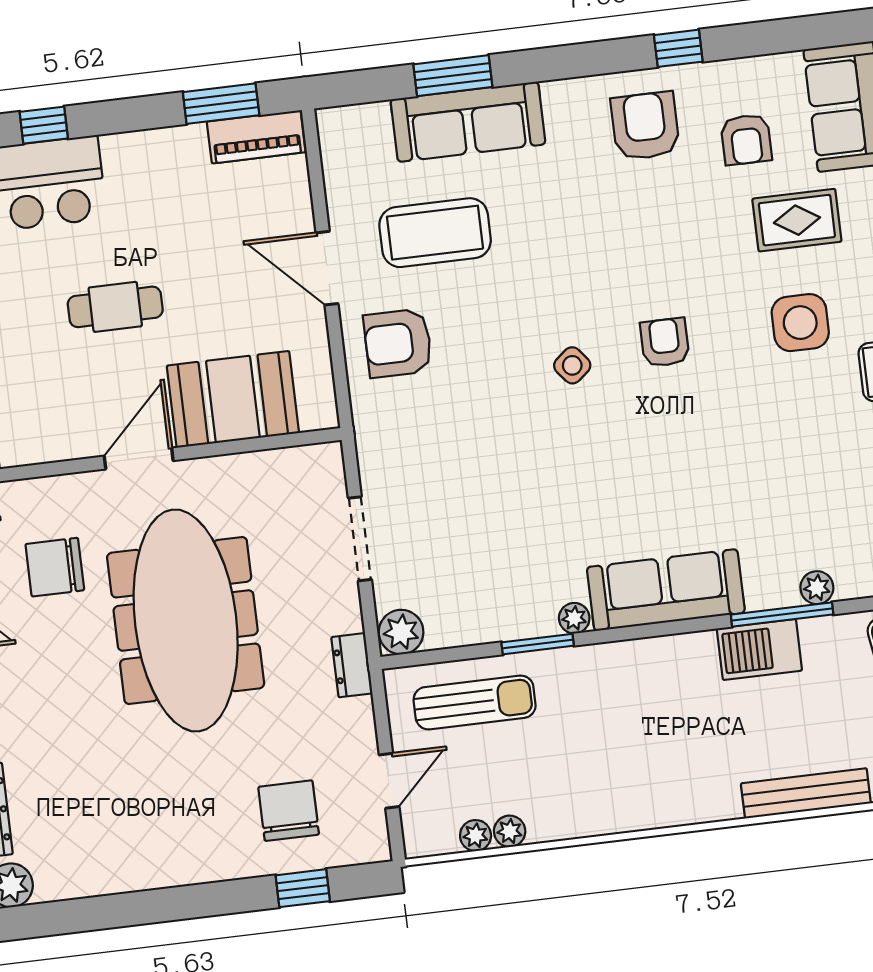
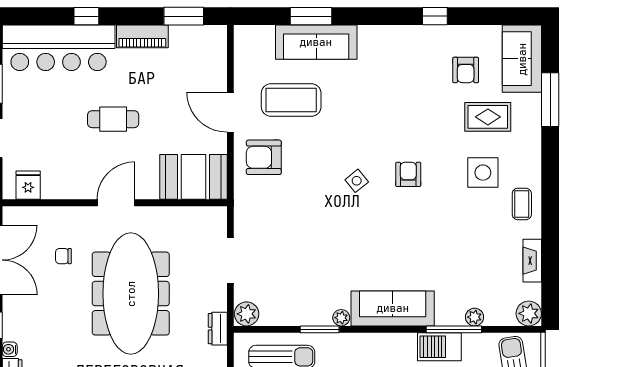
armchair: (645, 126) -> (412, 56), removed
piano: (256, 137) -> (142, 36), moved
booth: (233, 399) -> (193, 177), moved
chair: (55, 567) -> (63, 256), width x0.54, depth x0.54

